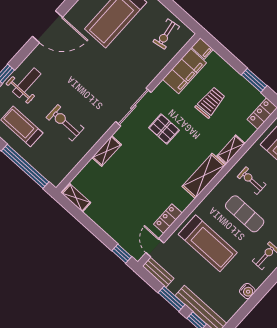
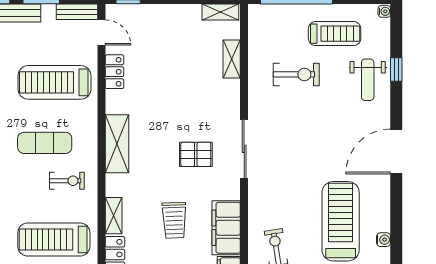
shelving: (231, 150) -> (114, 216), moved
shelving: (107, 151) -> (232, 59), moved

